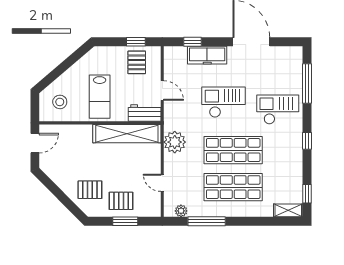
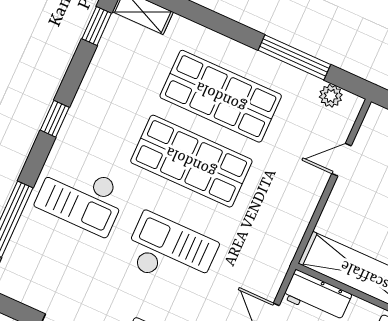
checkout: (224, 102) -> (170, 252), turned 180
plant: (175, 142) -> (288, 221), removed
door: (162, 183) -> (342, 160), swing flipped

